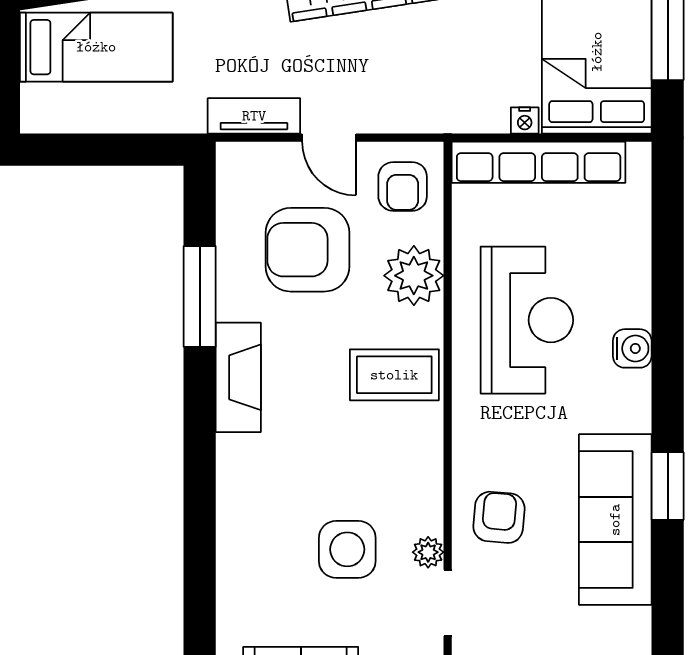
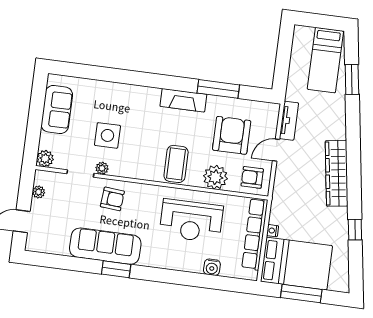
water cooler: (632, 348) -> (212, 267), moved

